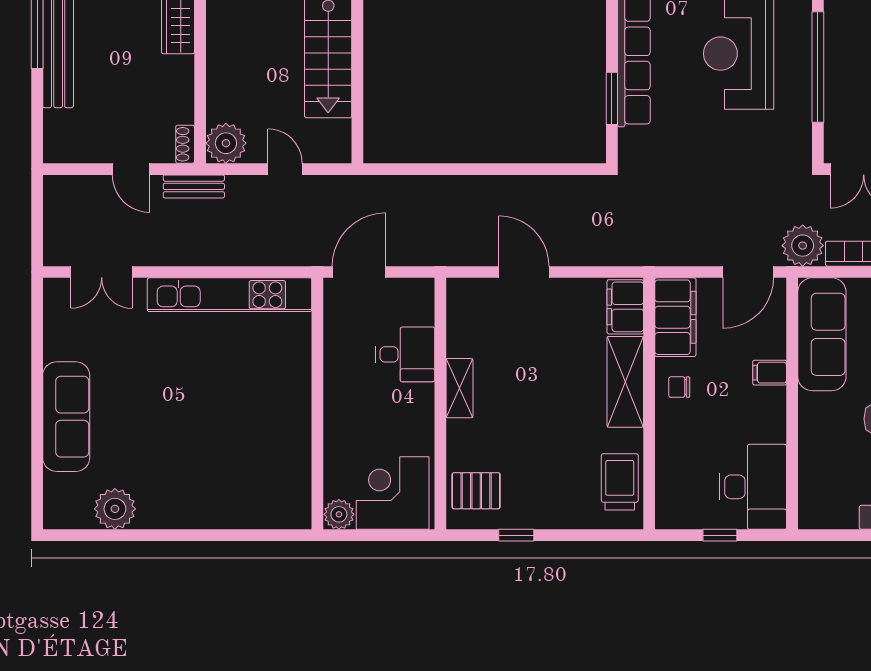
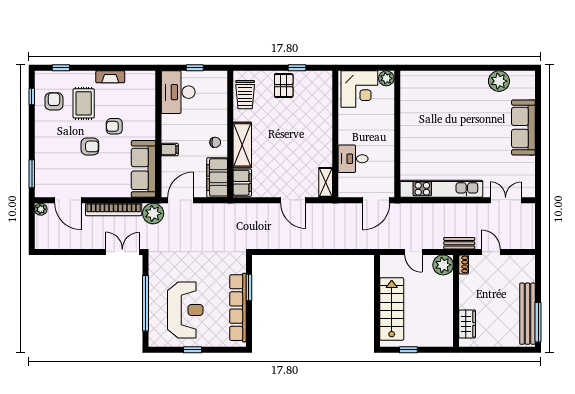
shelving: (459, 388) -> (326, 182), moved
pallet: (476, 491) -> (284, 86), moved, turned 90

